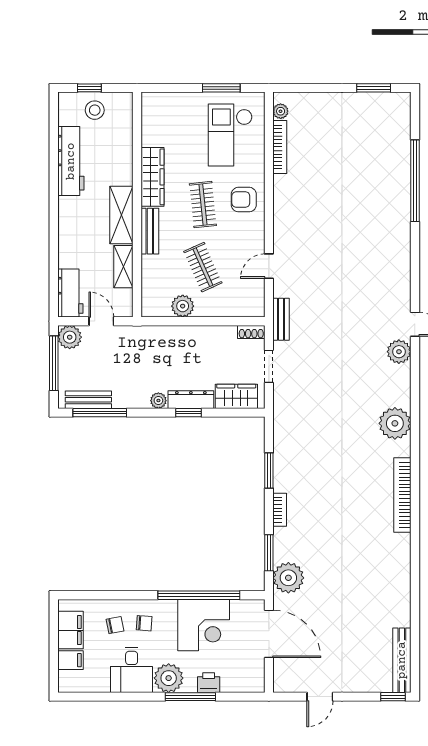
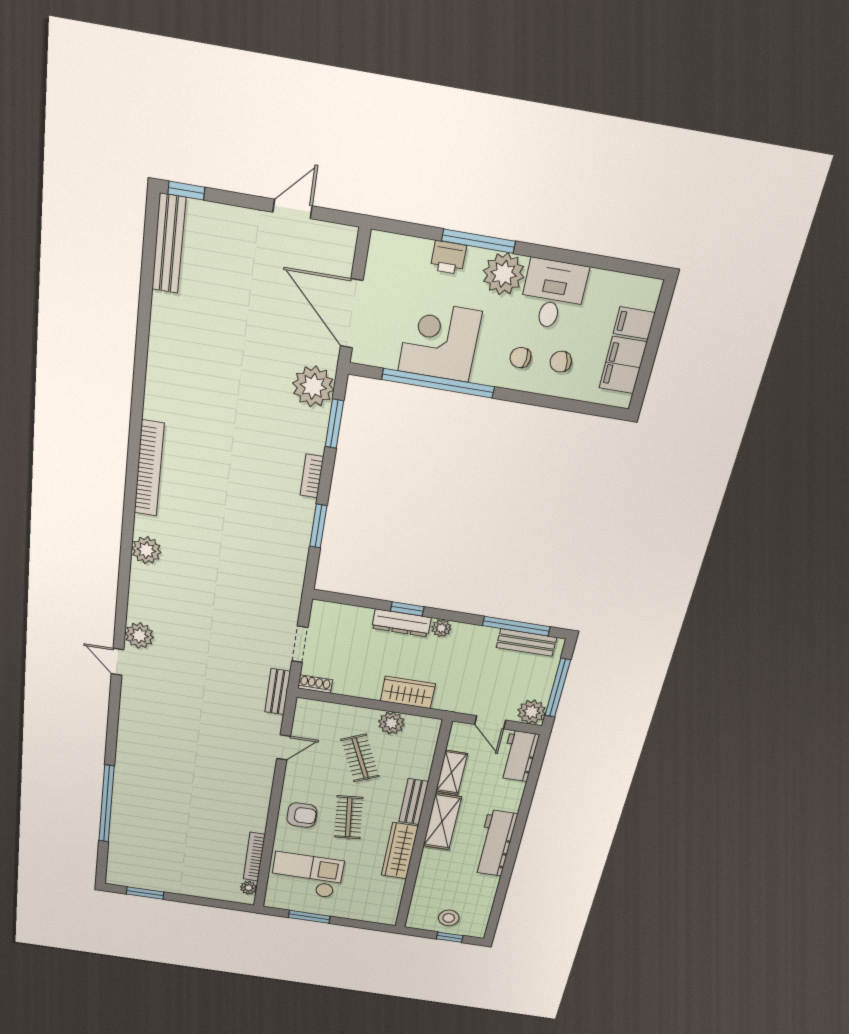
checkout: (230, 135) -> (307, 875), turned -90
workbench: (71, 161) -> (495, 843), moved
wardrobe: (236, 396) -> (408, 692), moved, turned 180
plant: (395, 423) -> (146, 550), width x0.73, depth x0.73

